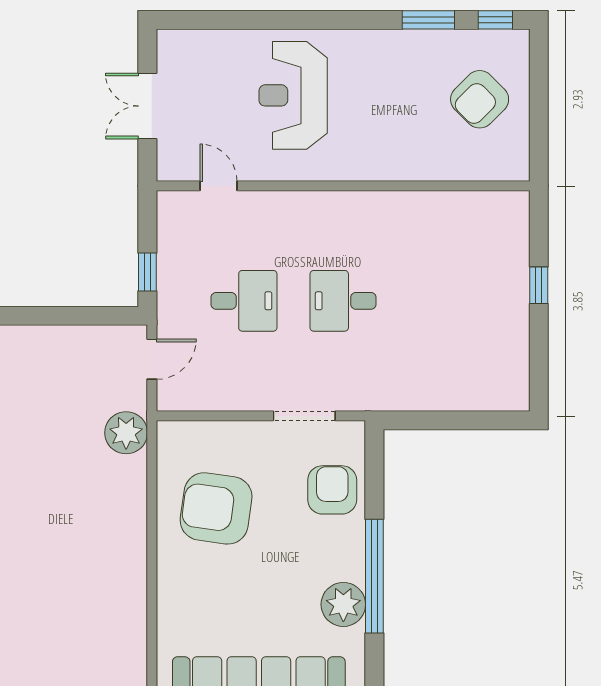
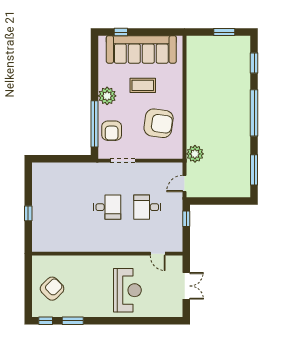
window: (374, 576) -> (95, 124), moved
coffee table: (255, 602) -> (143, 85), added
plant: (343, 604) -> (107, 96), moved

